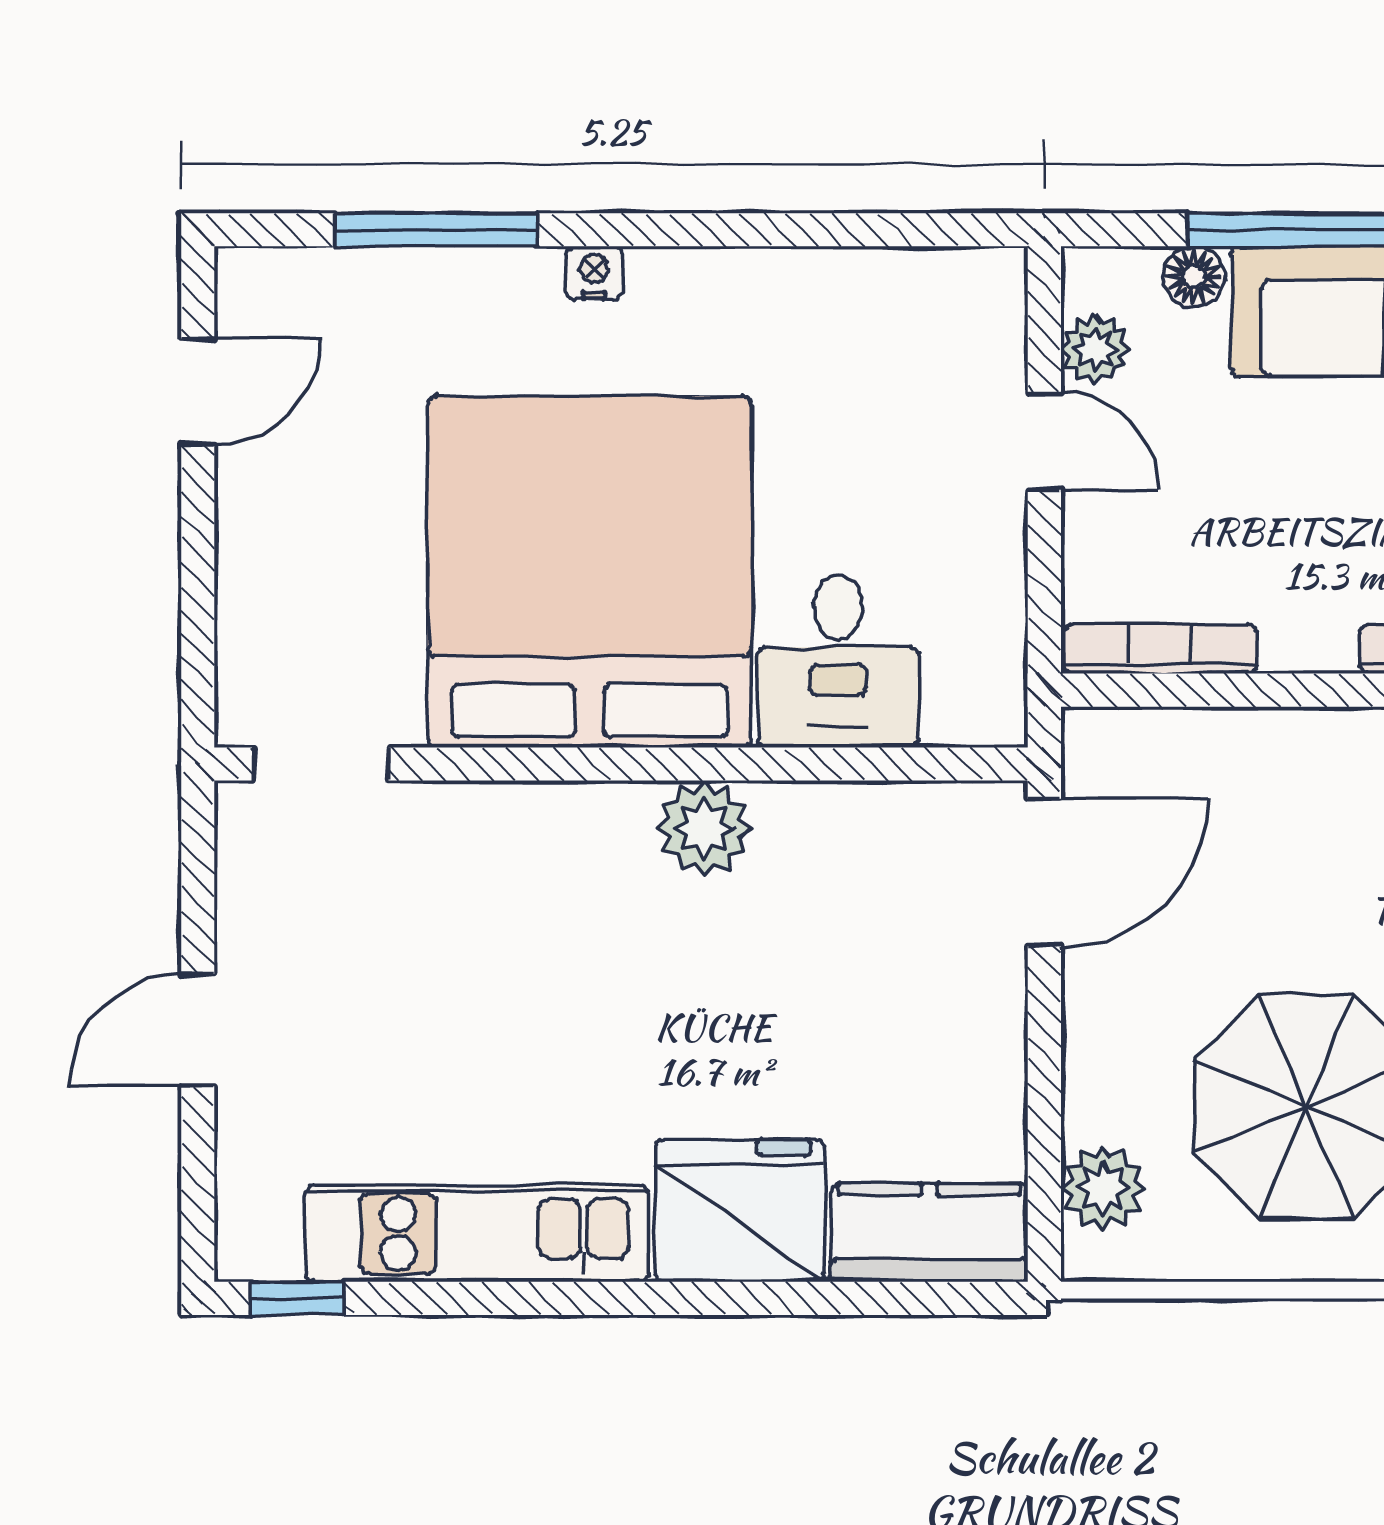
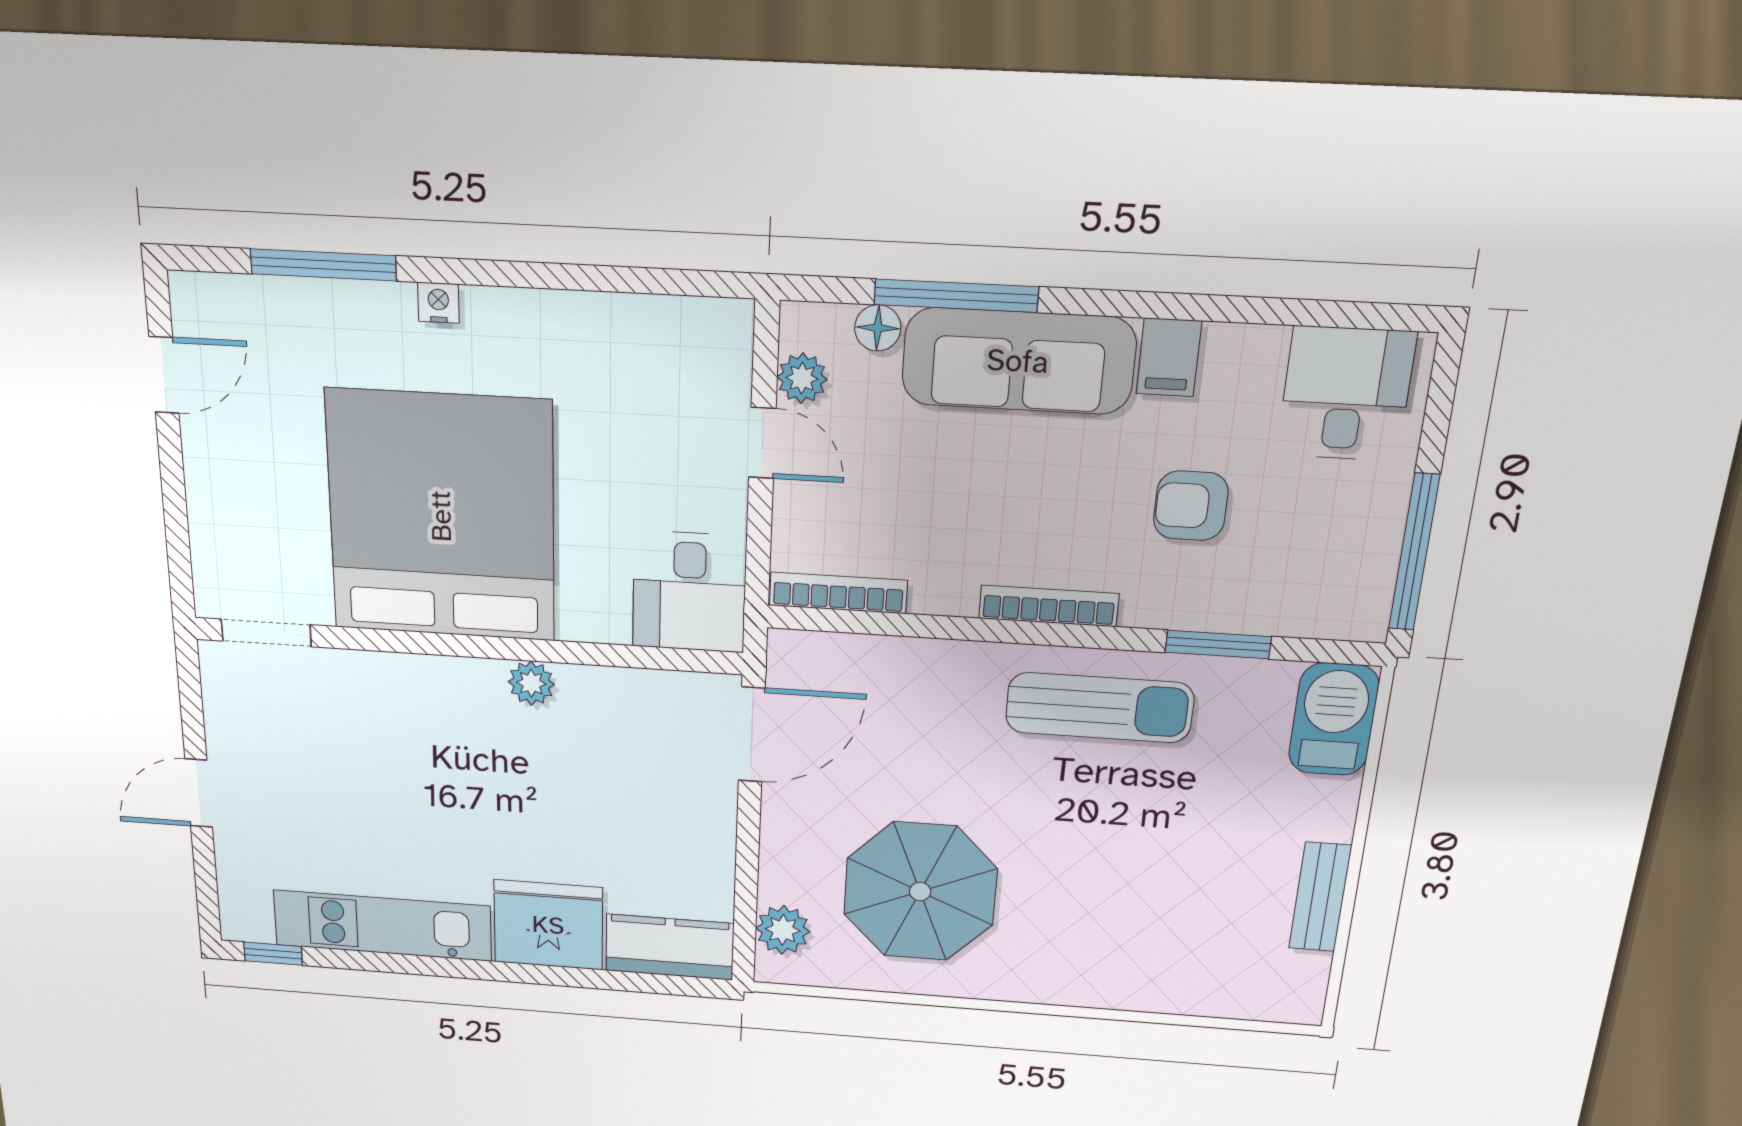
desk: (838, 661) -> (689, 592), moved
plant: (704, 828) -> (531, 683), width x0.73, depth x0.73

